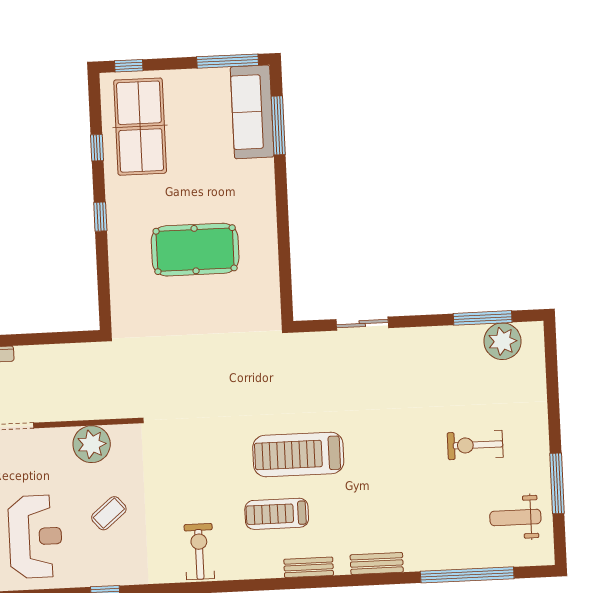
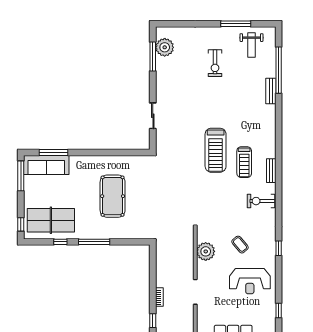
window: (100, 217) -> (94, 242), width x2.17
reception desk: (35, 537) -> (250, 281), turned 180
bench: (377, 563) -> (271, 91), moved
bench: (309, 567) -> (271, 171), moved

